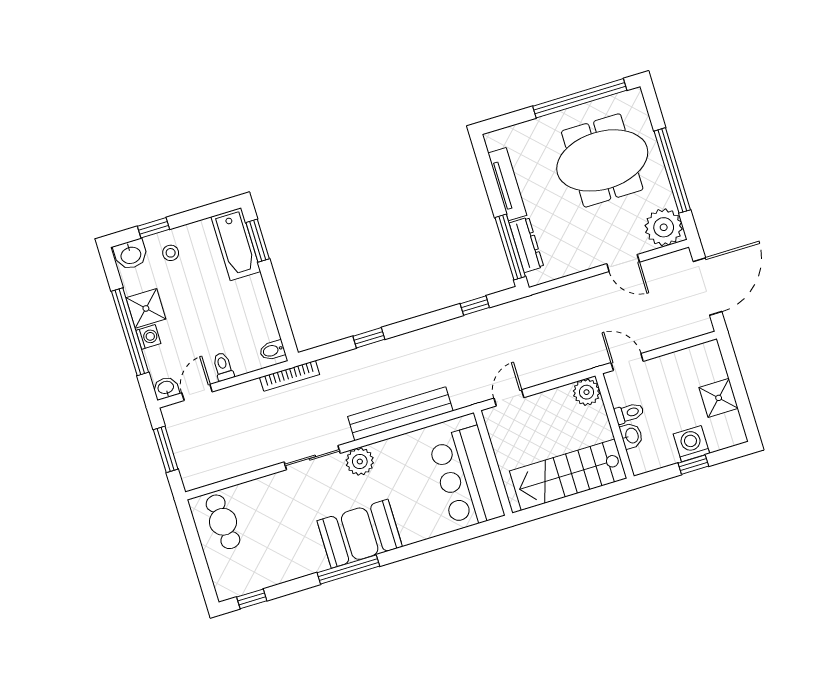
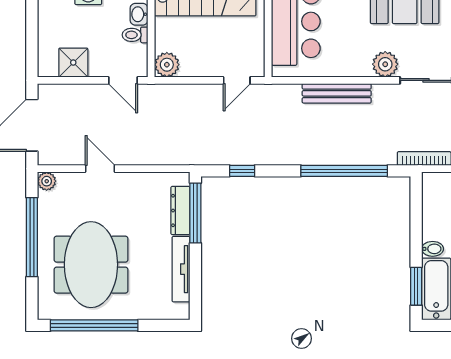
meeting table: (602, 160) -> (91, 265), turned 90
plant: (664, 227) -> (47, 181), width x0.53, depth x0.53
window: (369, 338) -> (344, 171), width x3.17
bidet: (272, 350) -> (433, 249), moved
shower: (719, 398) -> (73, 63), moved
bench: (400, 414) -> (337, 93), width x0.73, depth x0.82

